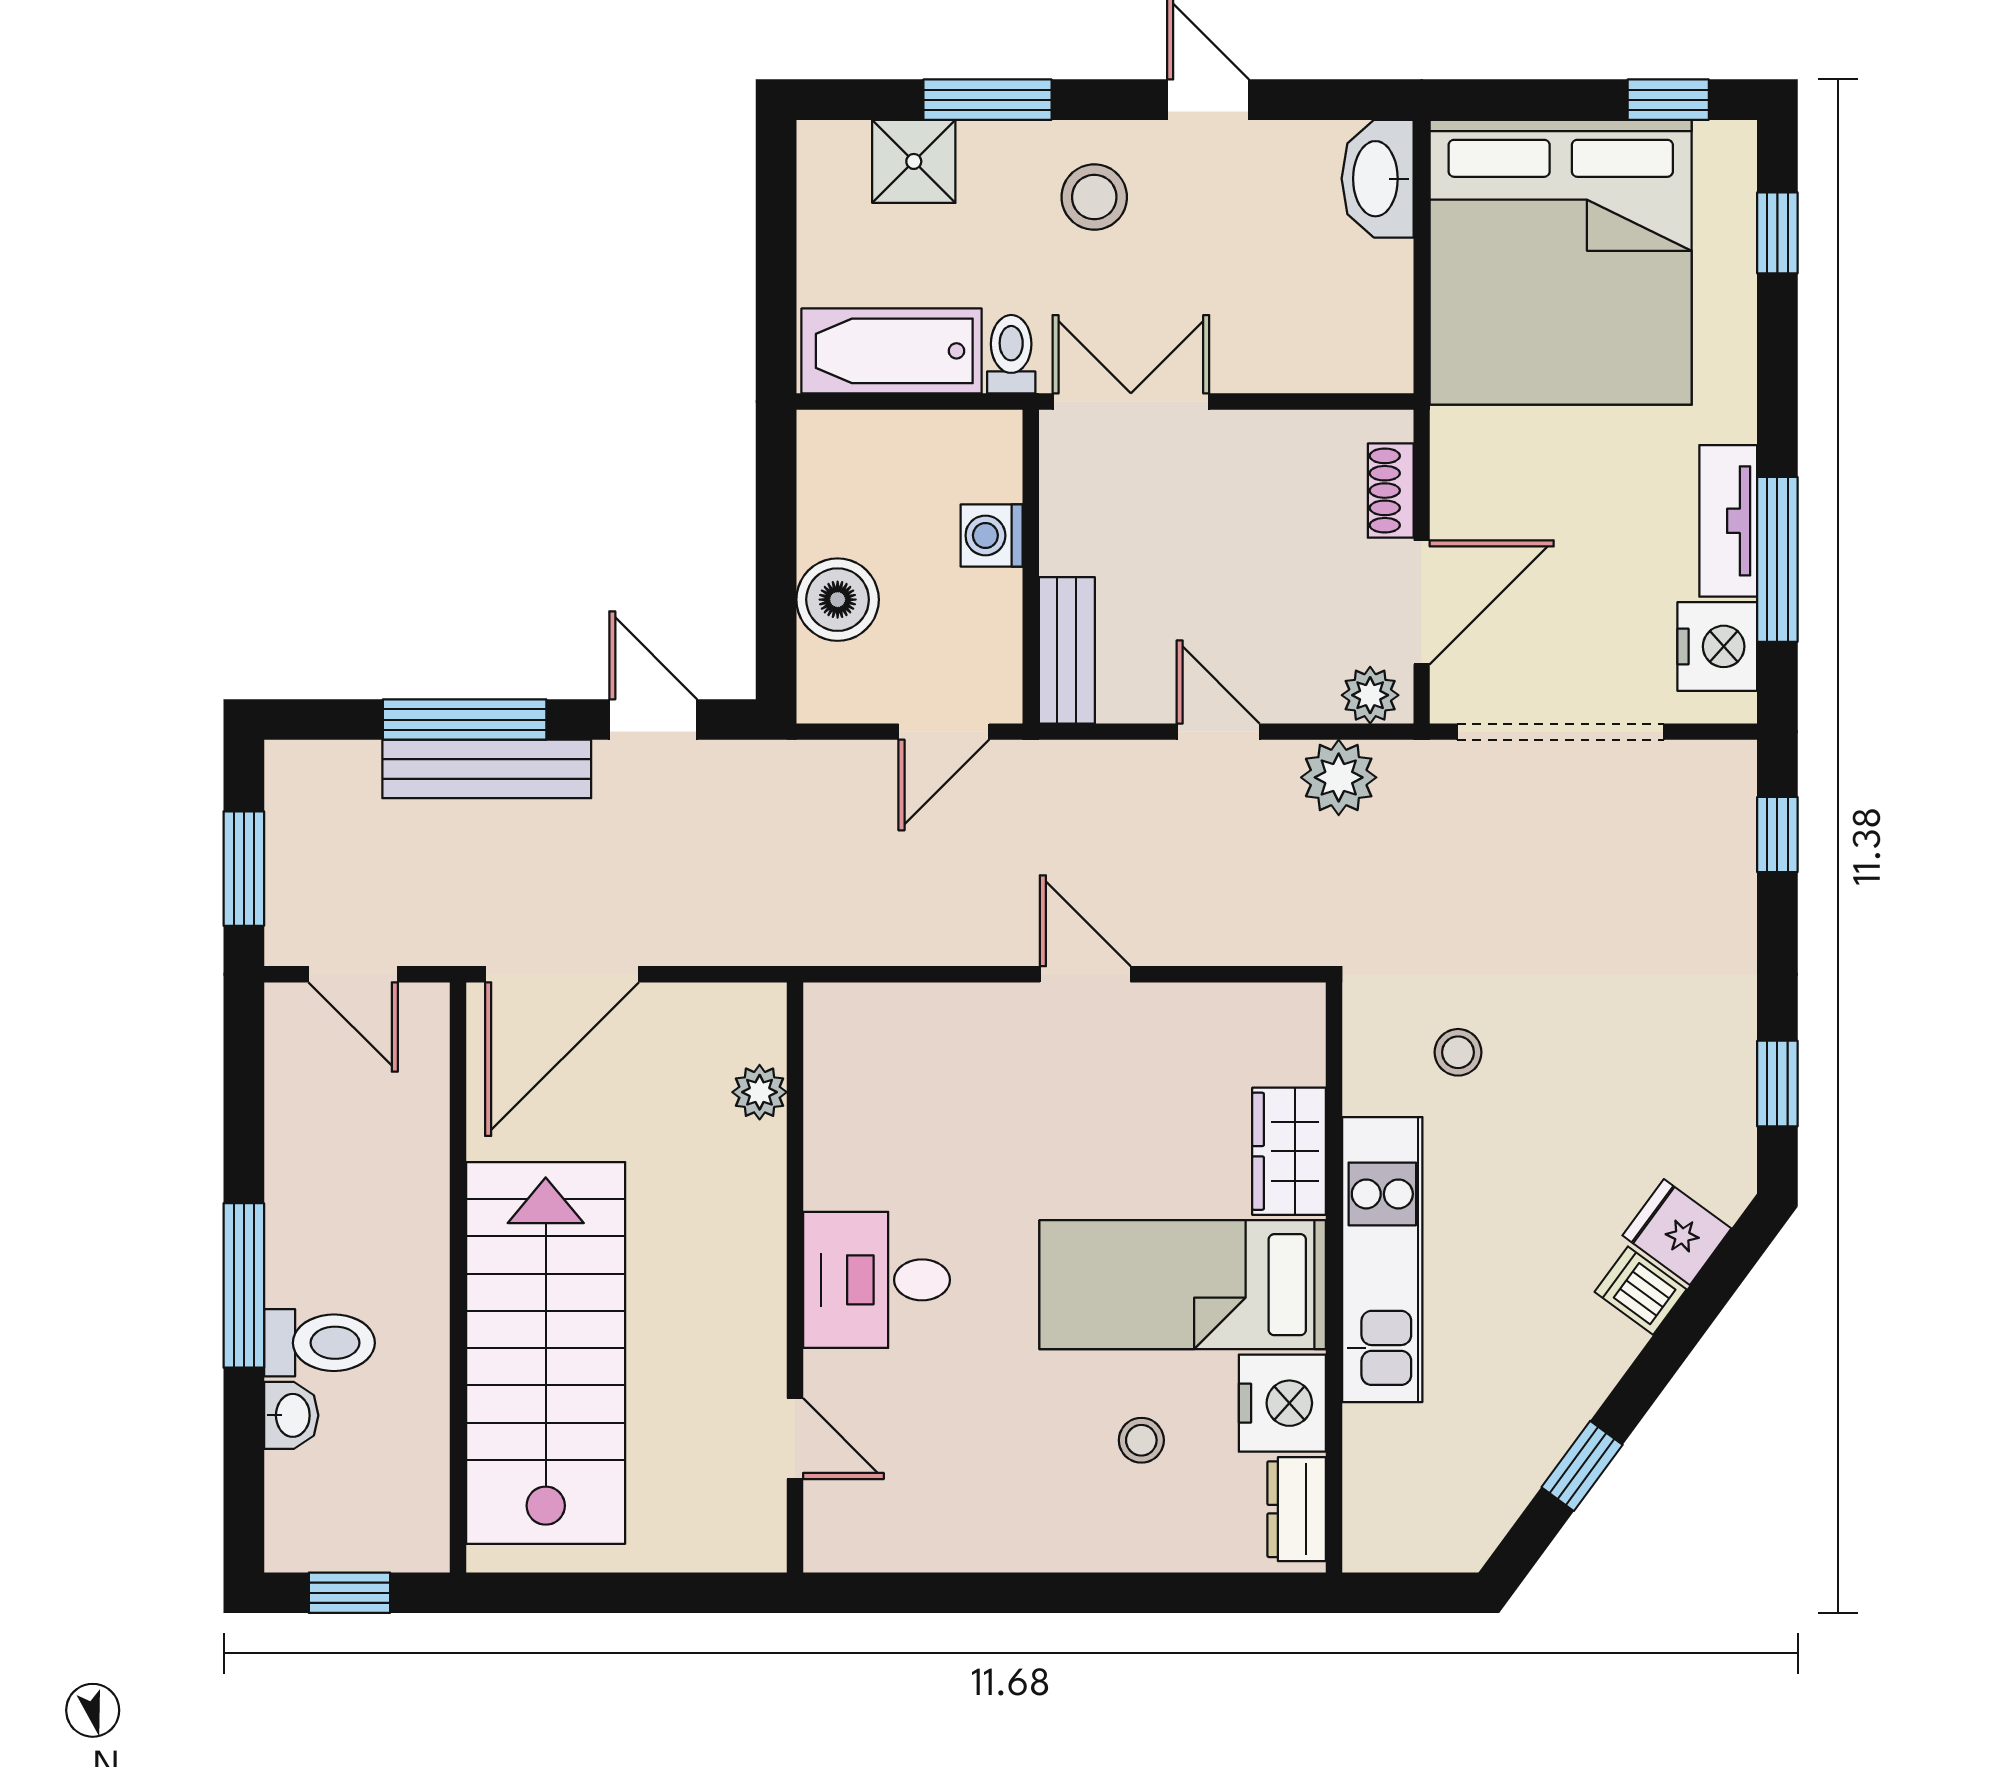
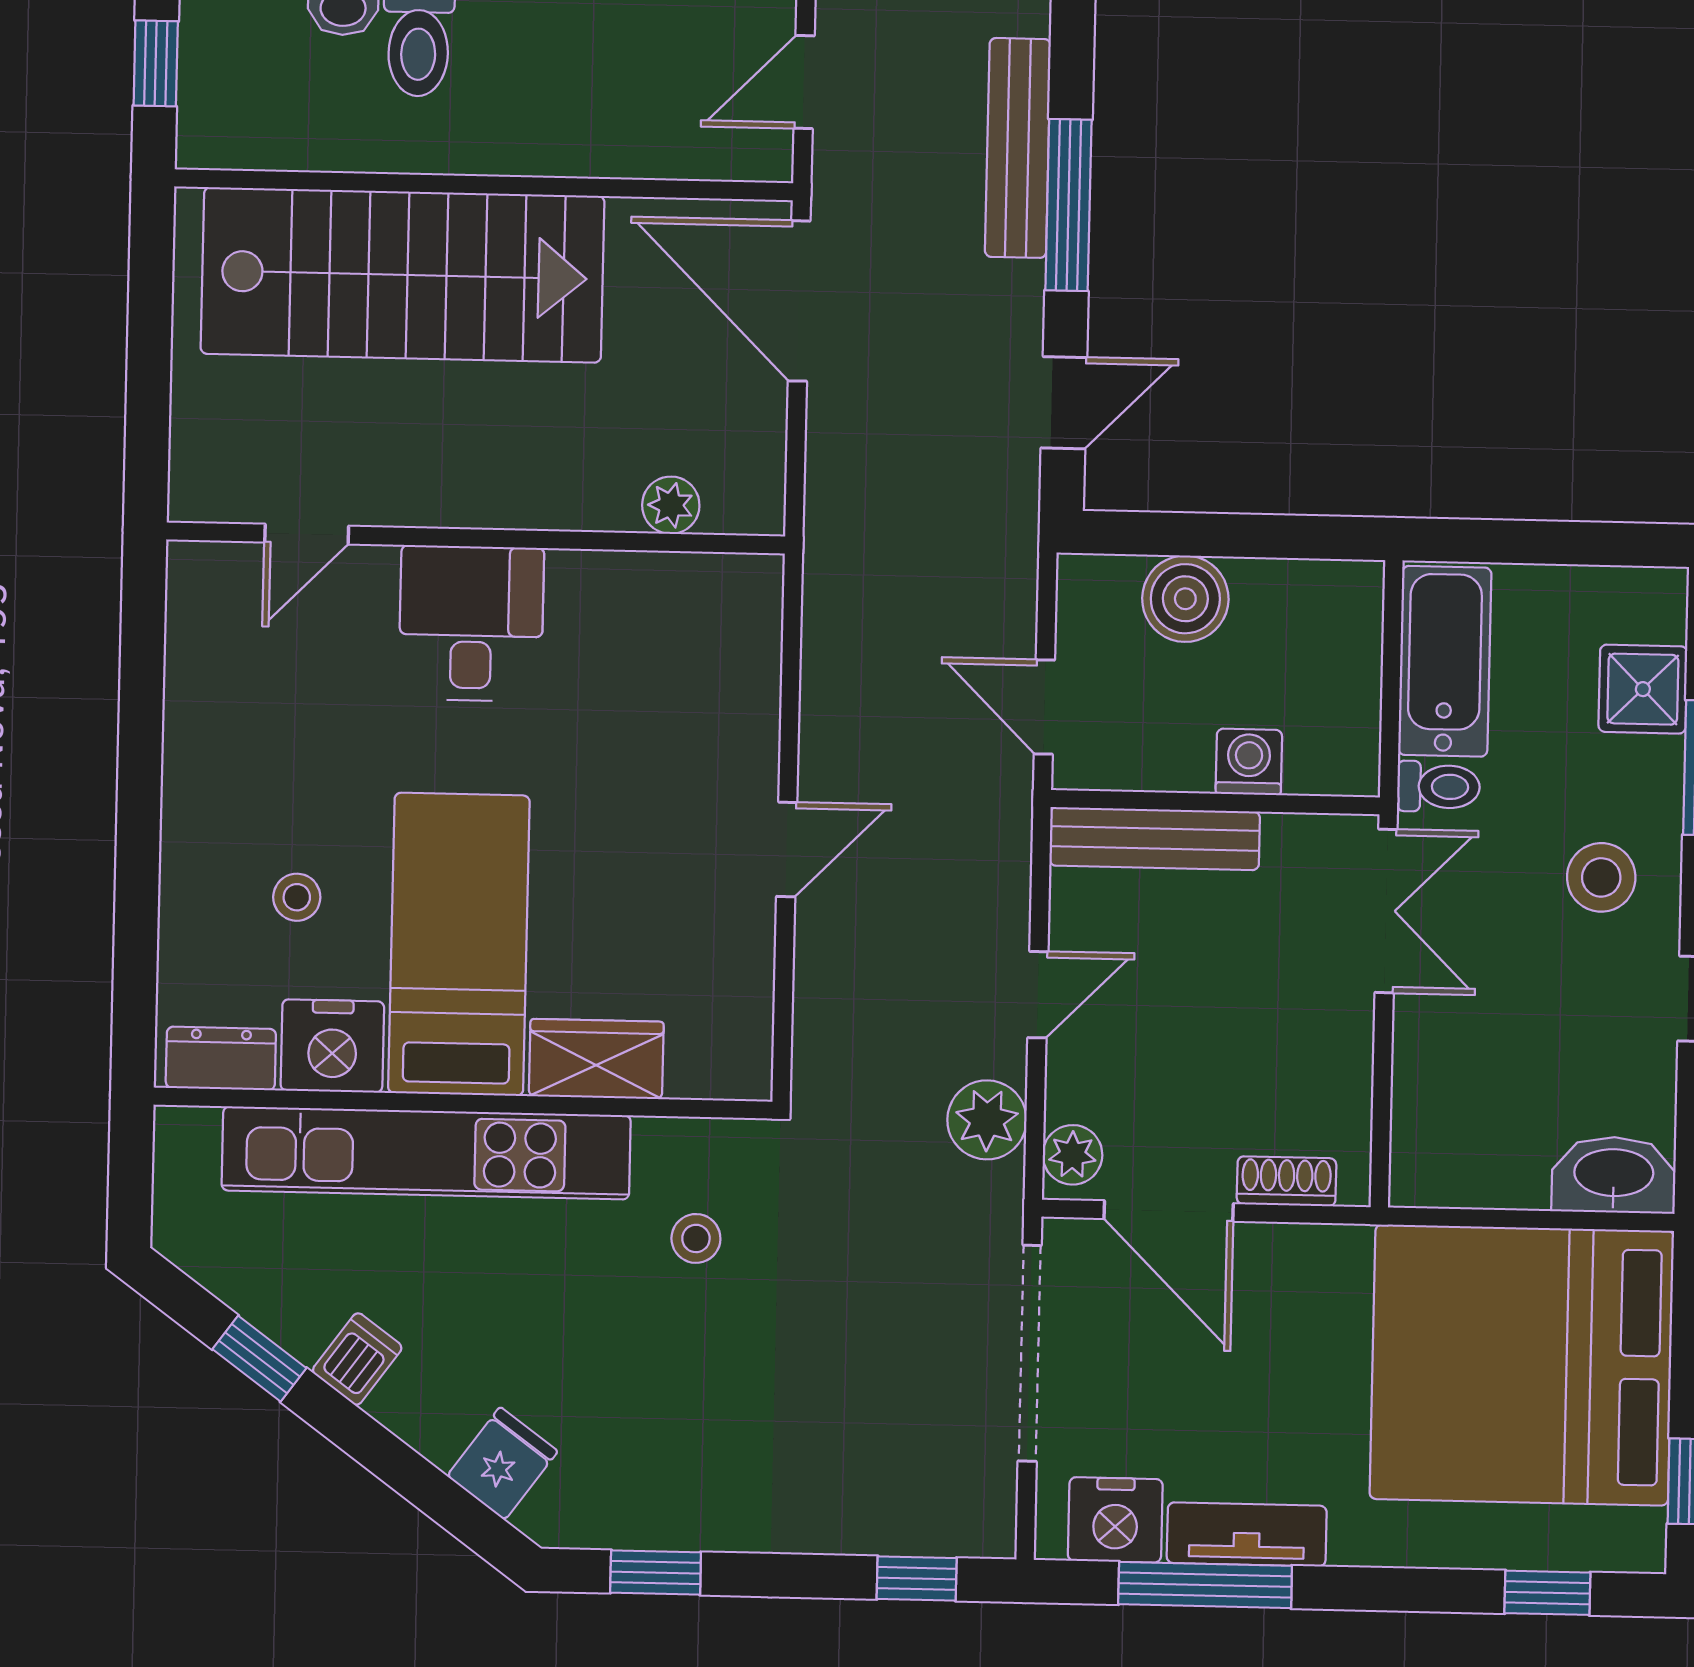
bench: (1067, 650) -> (1155, 839), width x1.36
bench: (487, 769) -> (1018, 148), moved
kitchen unit: (1382, 1260) -> (426, 1153), width x1.36
dishwasher: (1641, 1291) -> (357, 1359), moved

